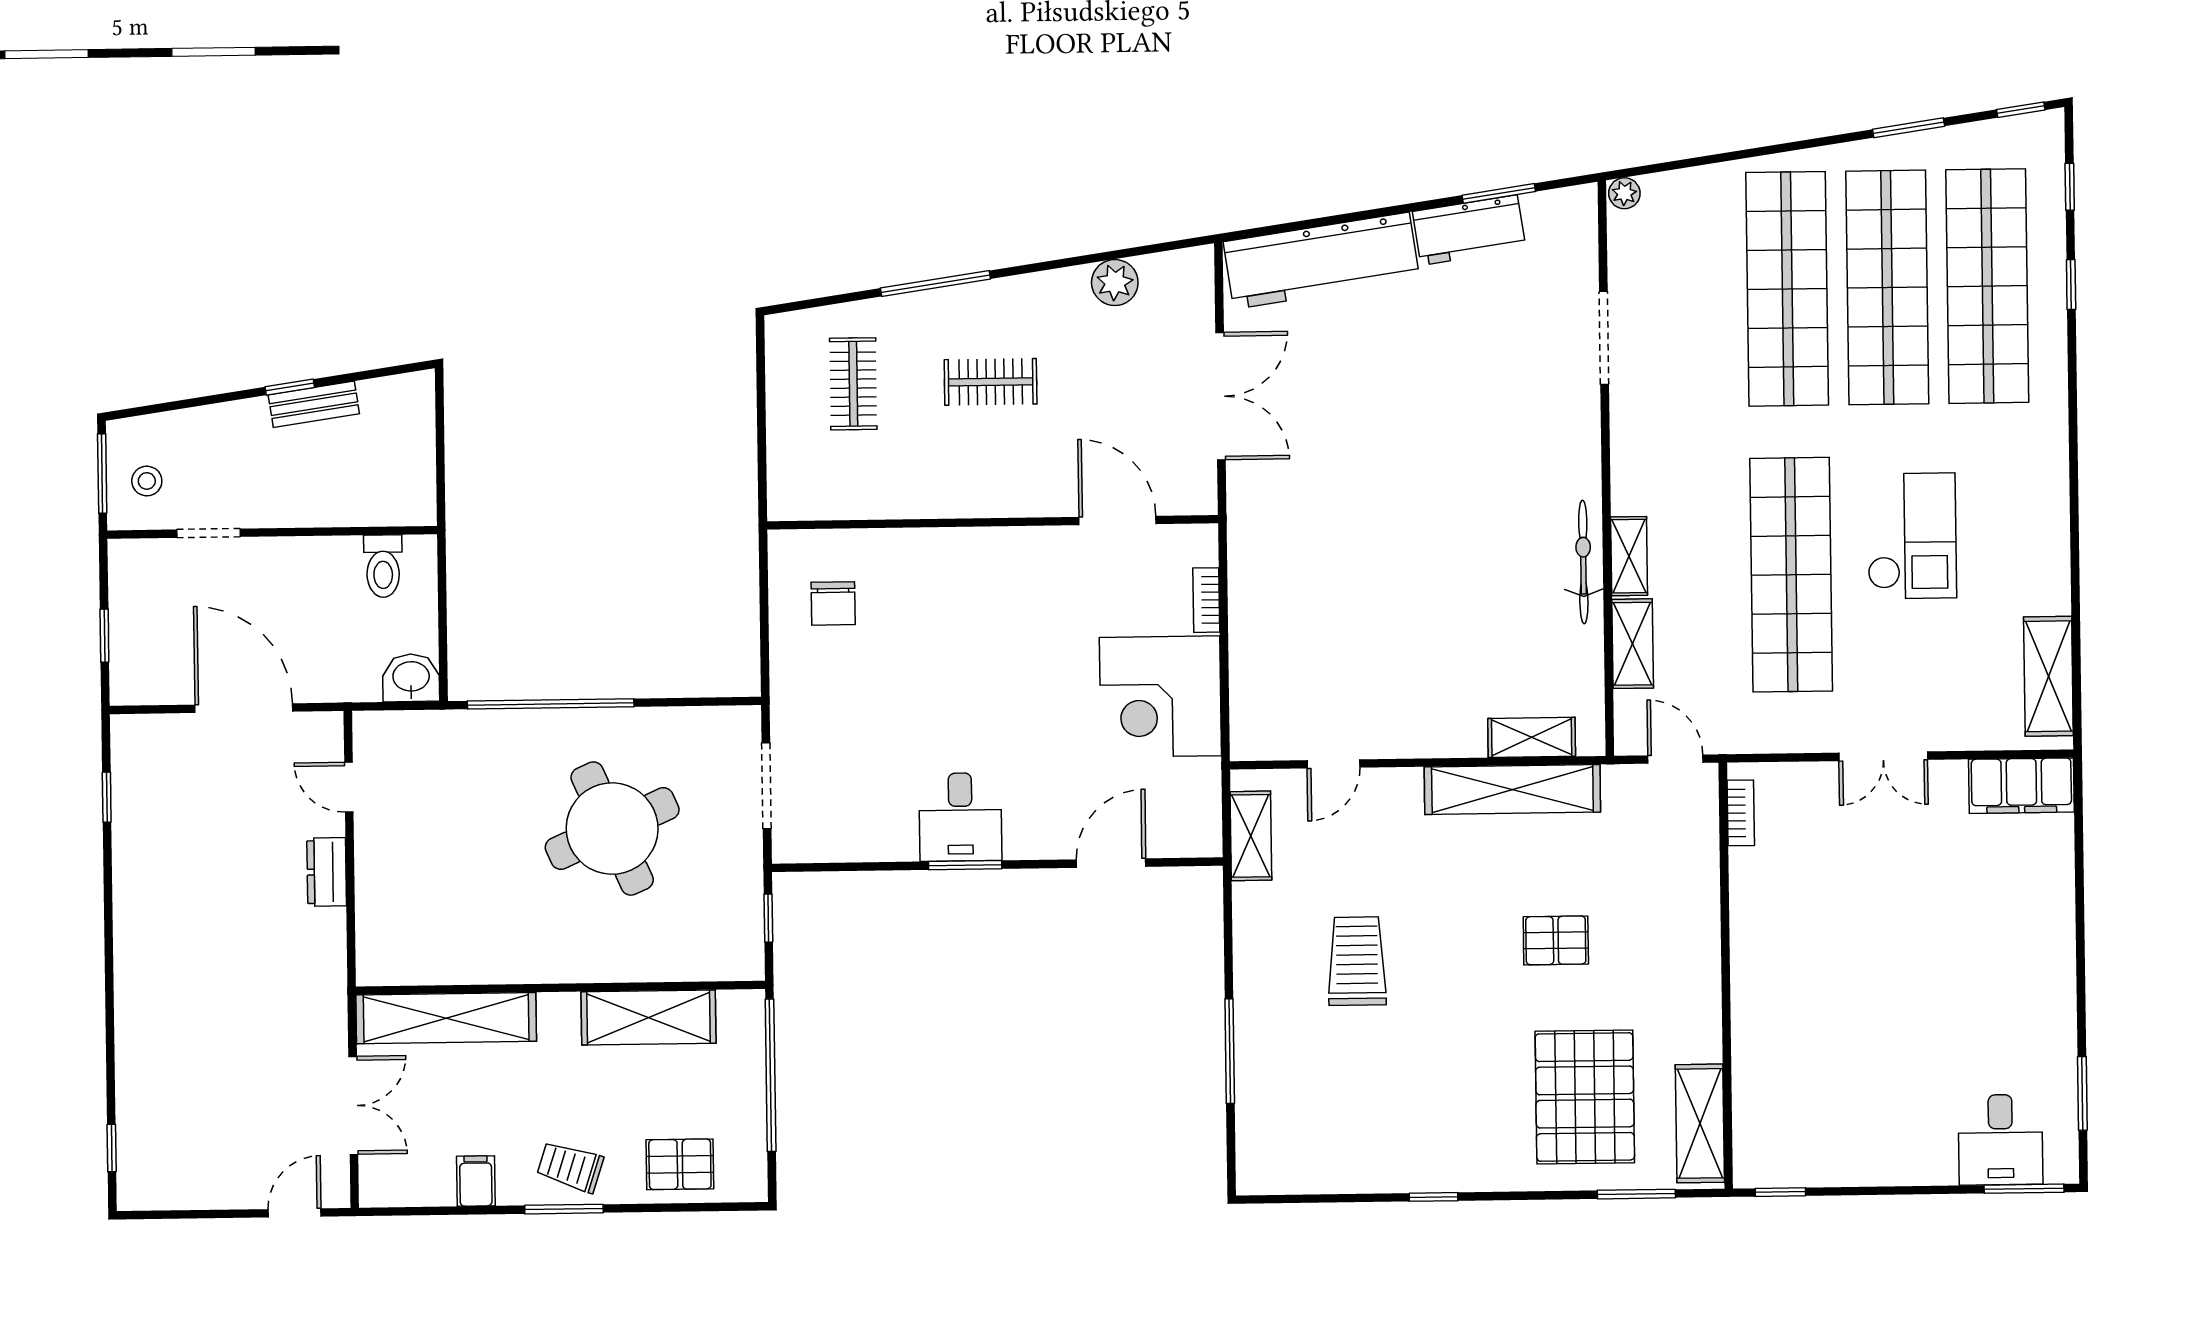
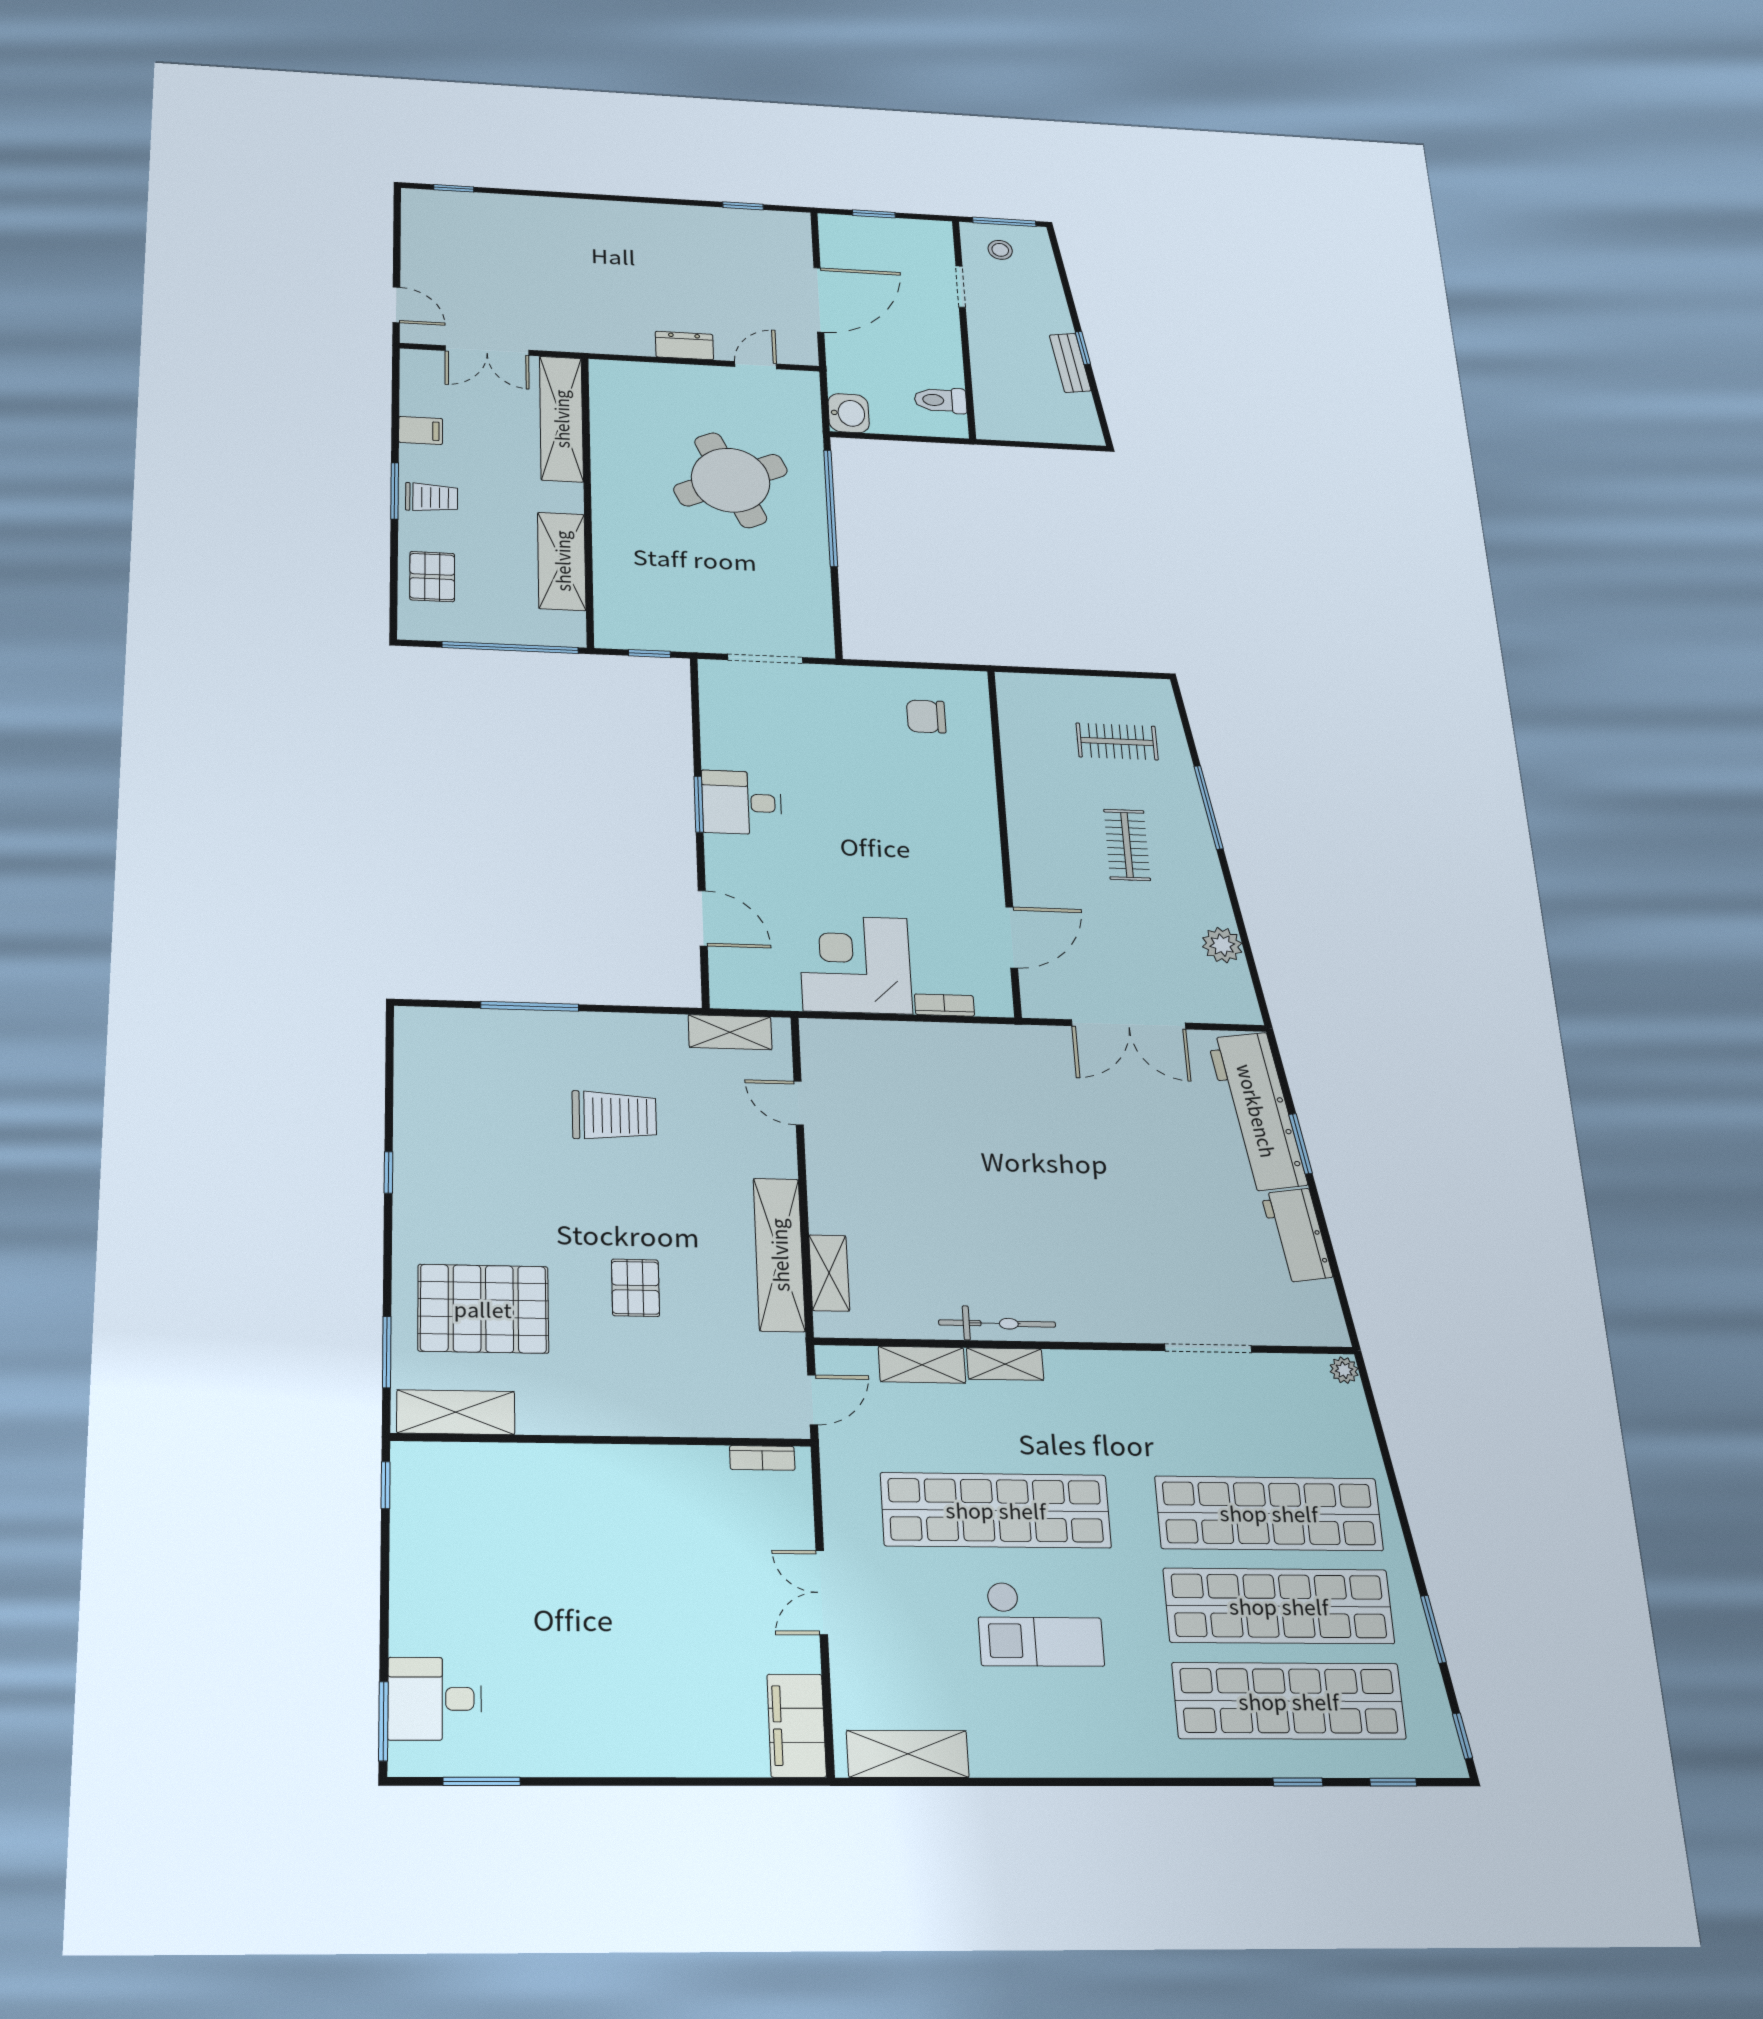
window: (1499, 193) -> (1301, 1144), moved
round table: (612, 829) -> (731, 480), moved
trolley: (570, 1167) -> (432, 497), turned 72

